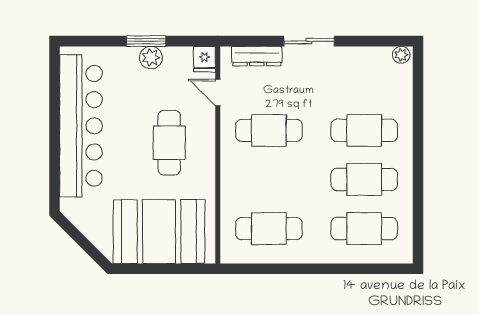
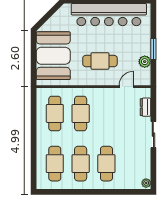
dresser: (257, 56) -> (146, 107), width x0.70
plant: (151, 58) -> (145, 62), moved
fridge: (204, 59) -> (144, 80), removed
cafe table: (269, 130) -> (81, 113), moved

